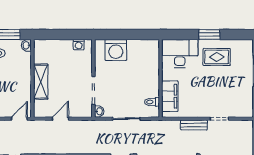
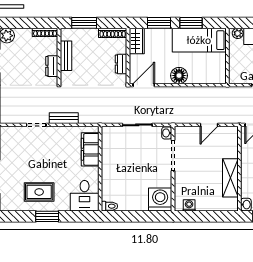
washing machine: (116, 50) -> (160, 199), moved
desk: (180, 54) -> (85, 196), width x0.73
shelving: (41, 82) -> (230, 178), moved
toilet: (152, 102) -> (109, 206), moved

